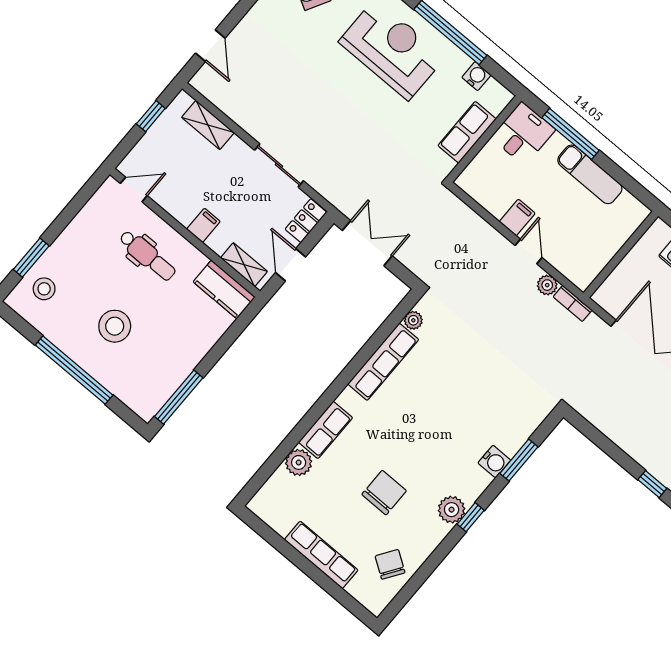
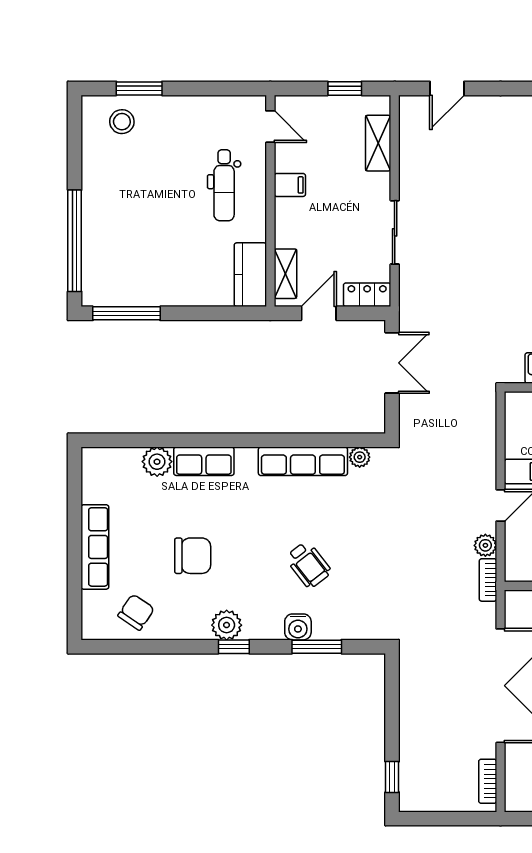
filing cabinet: (203, 225) -> (290, 185), moved
stool: (115, 326) -> (141, 208), removed
window: (74, 370) -> (75, 241), moved
wheelchair: (458, 418) -> (308, 565), added

